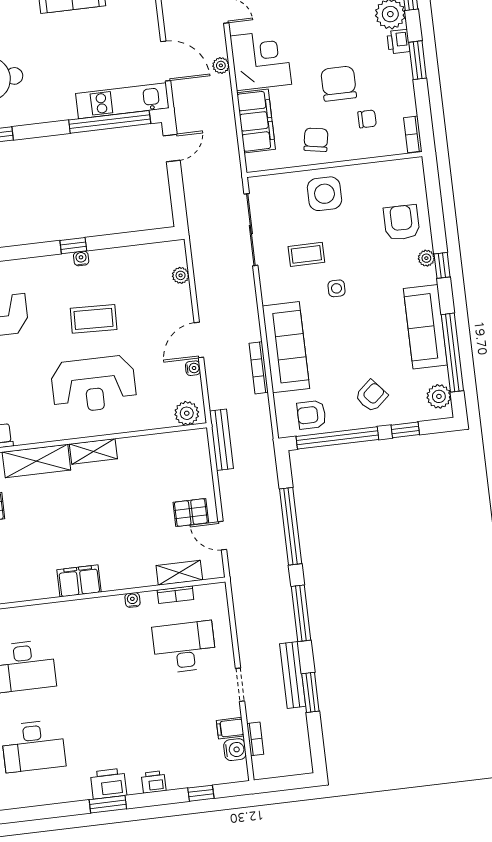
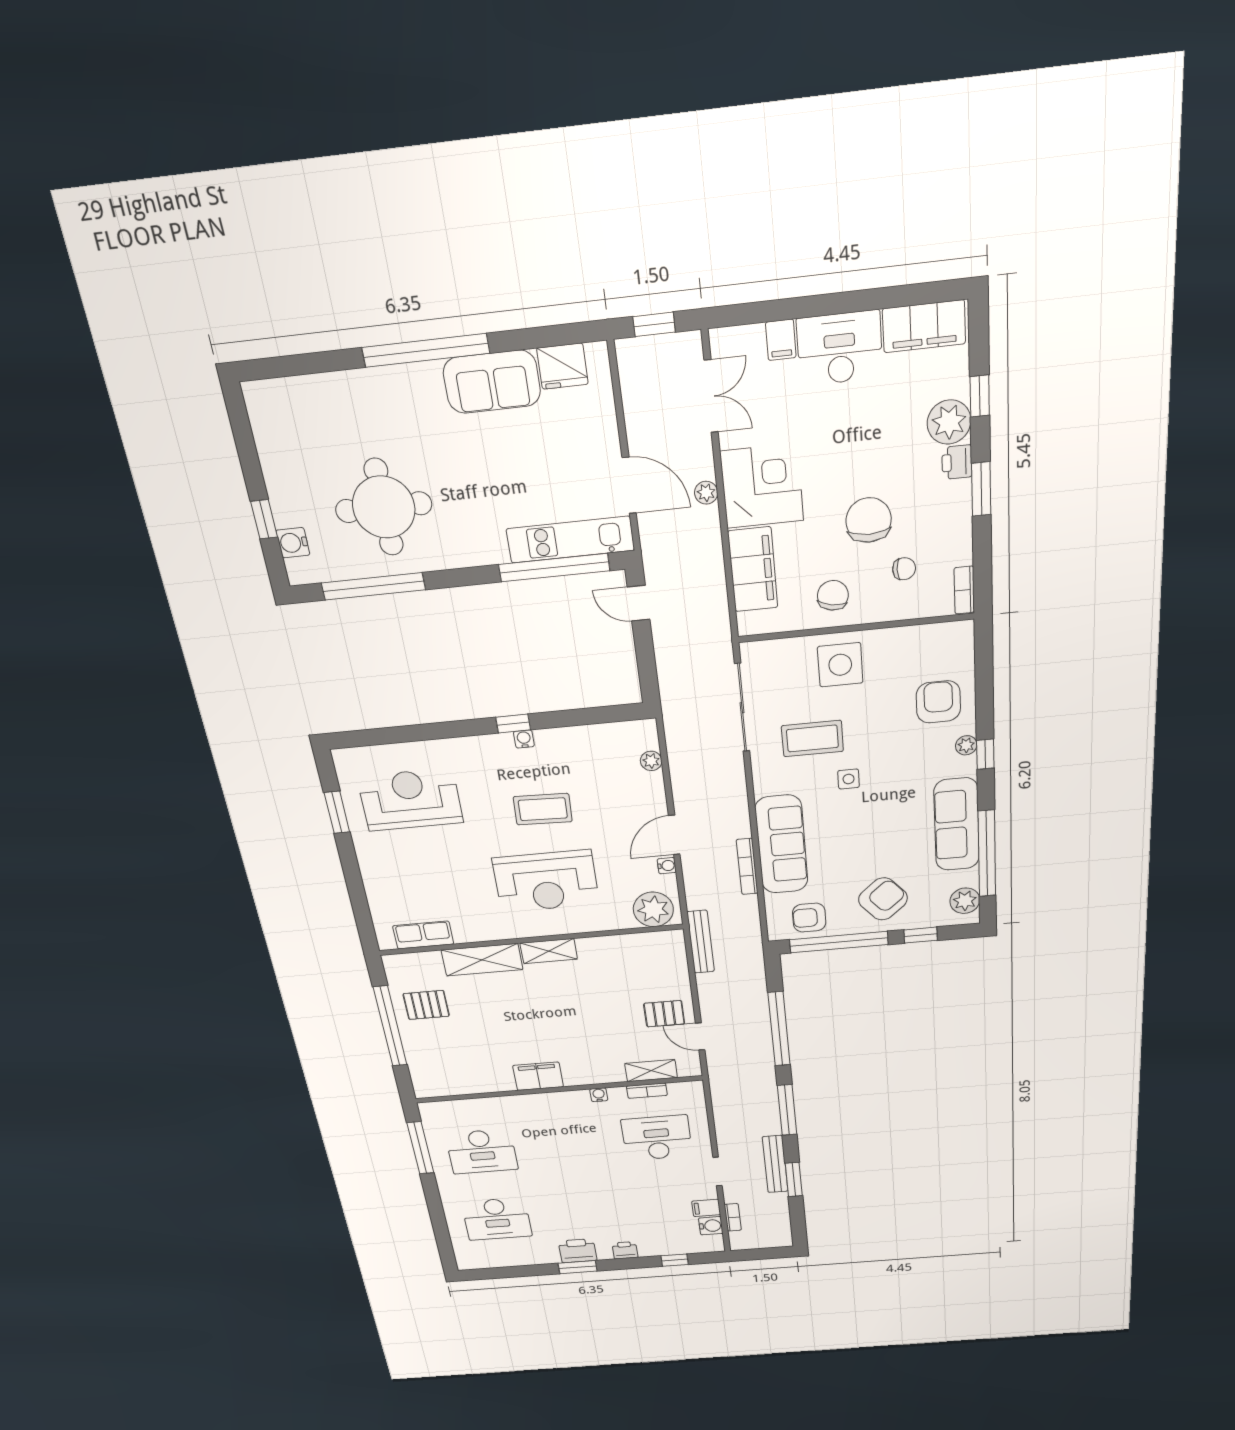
door: (172, 148) -> (639, 603), swing flipped
coffee table: (306, 254) -> (812, 739), width x1.36, depth x1.30
armchair: (371, 396) -> (883, 899), width x1.38, depth x1.38
plant: (187, 413) -> (653, 909), width x1.36, depth x1.36

